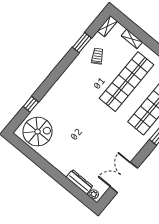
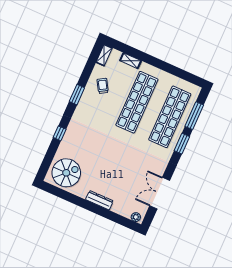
window: (82, 43) -> (77, 95), moved
window: (31, 104) -> (60, 133), moved
dresser: (80, 182) -> (99, 200), moved

